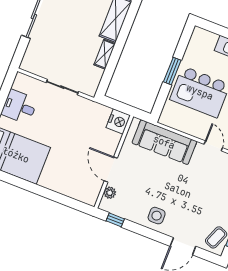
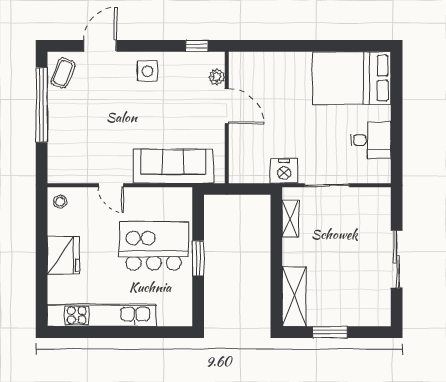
shelving: (105, 54) -> (290, 219), moved
nightstand: (118, 121) -> (284, 171), moved, turned -90

